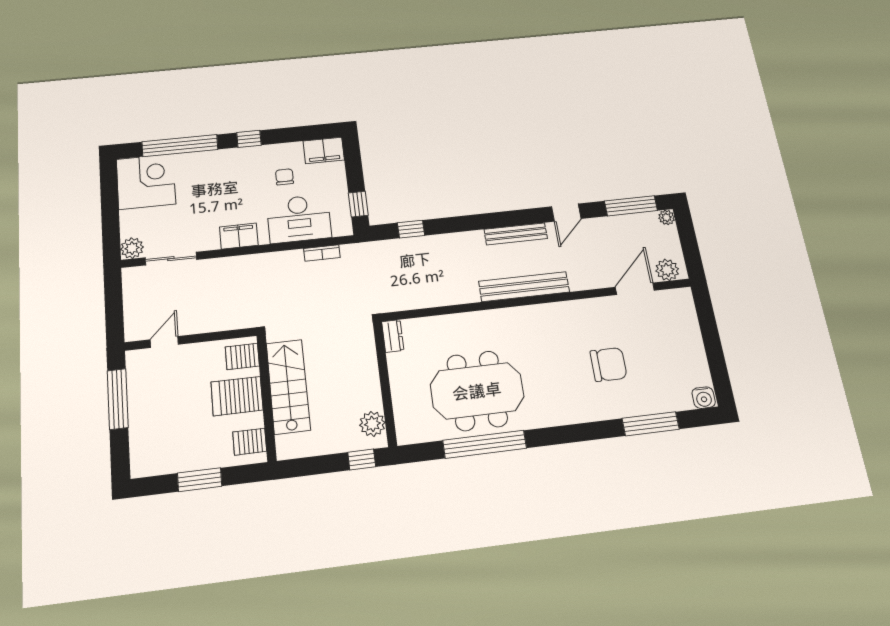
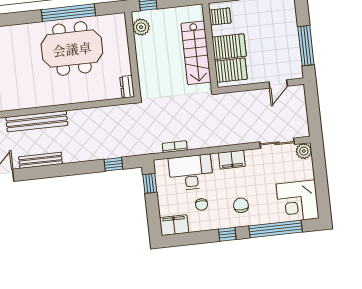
chair: (228, 176) -> (241, 205), added
server rack: (242, 356) -> (231, 70), width x1.36, depth x1.44

